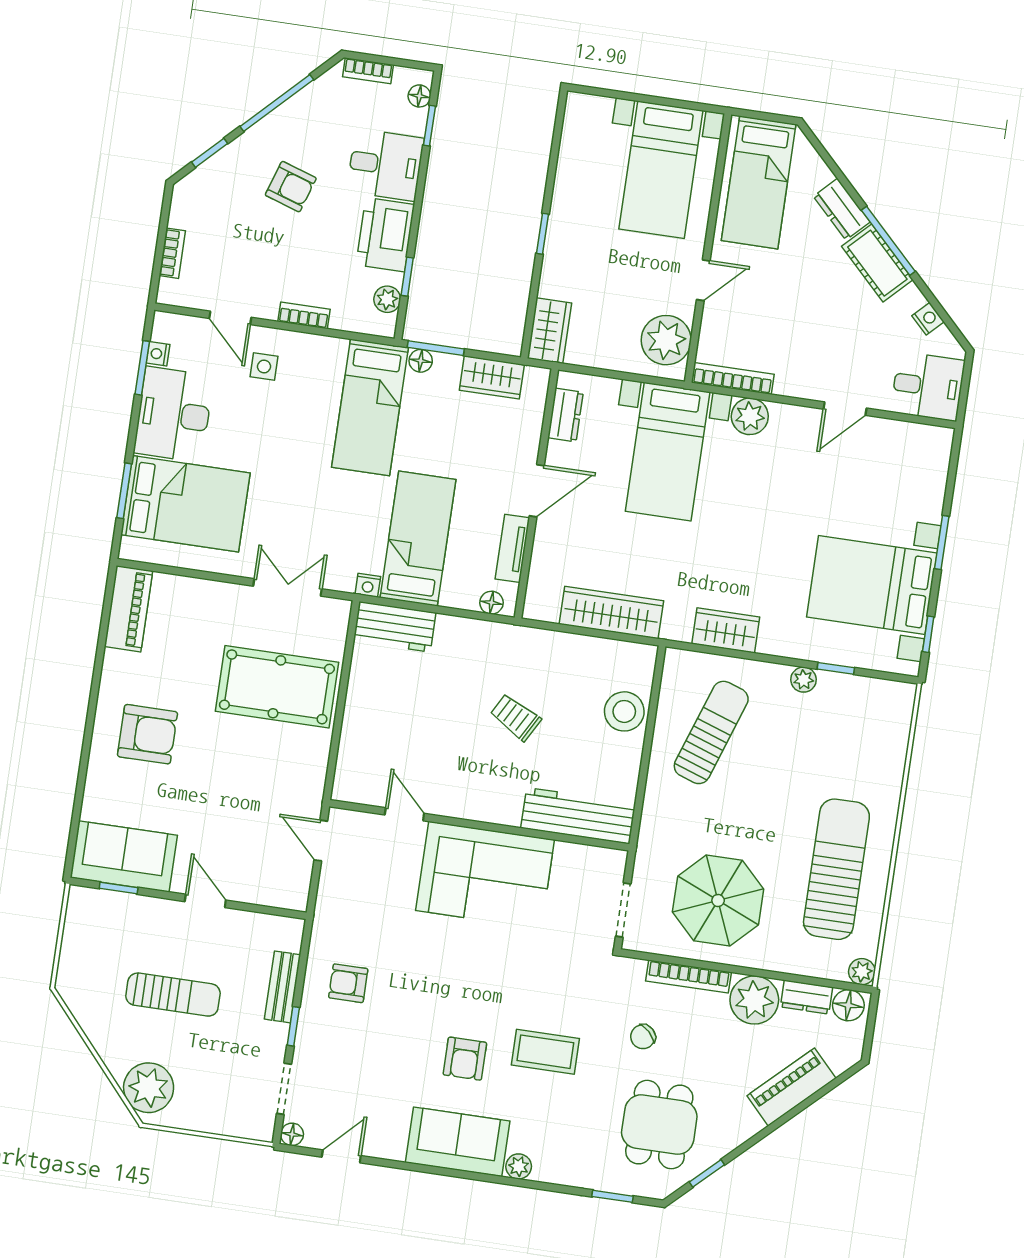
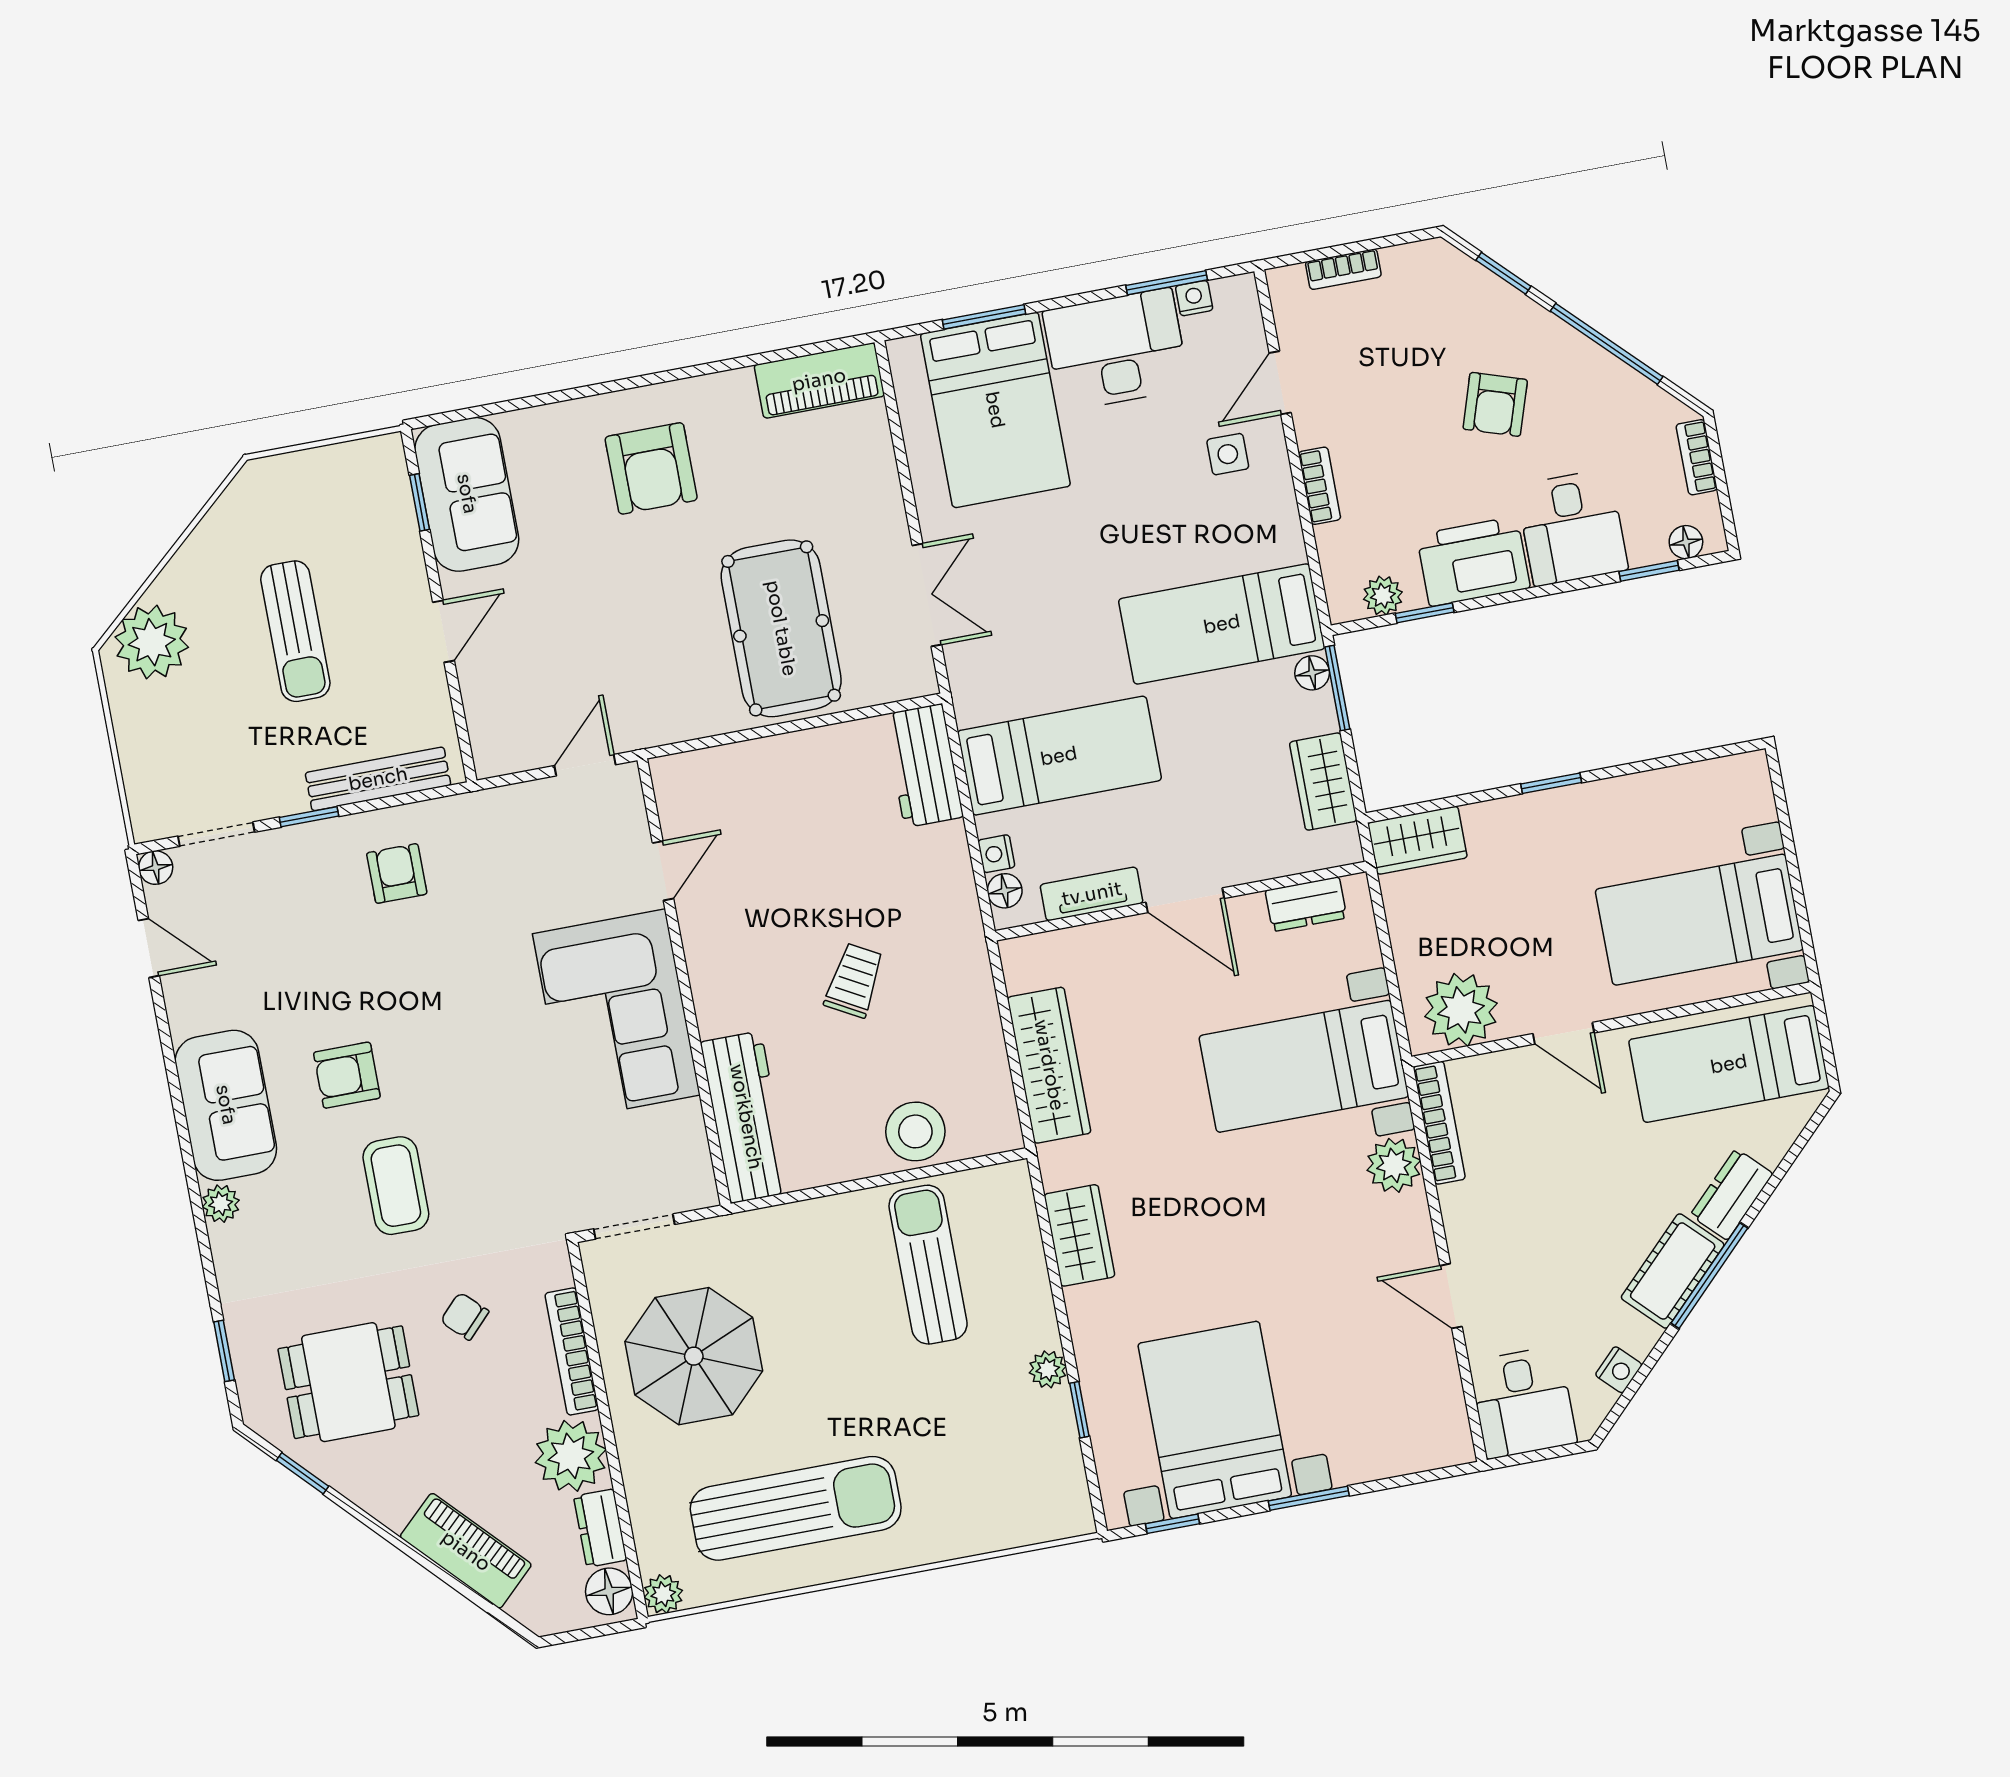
nightstand: (368, 585) -> (996, 854), moved
sun lounger: (711, 732) -> (928, 1265), turned -109
bench: (283, 987) -> (378, 779), width x1.36

